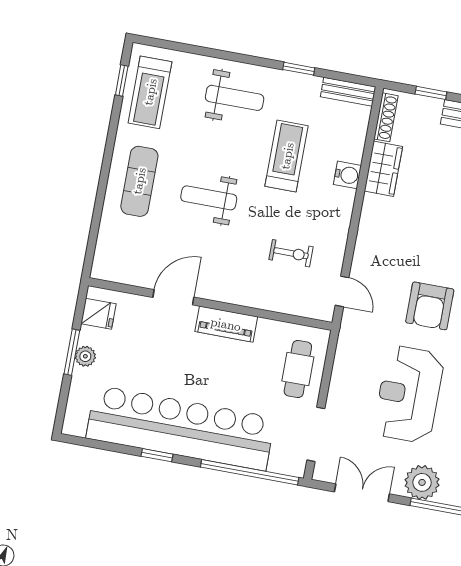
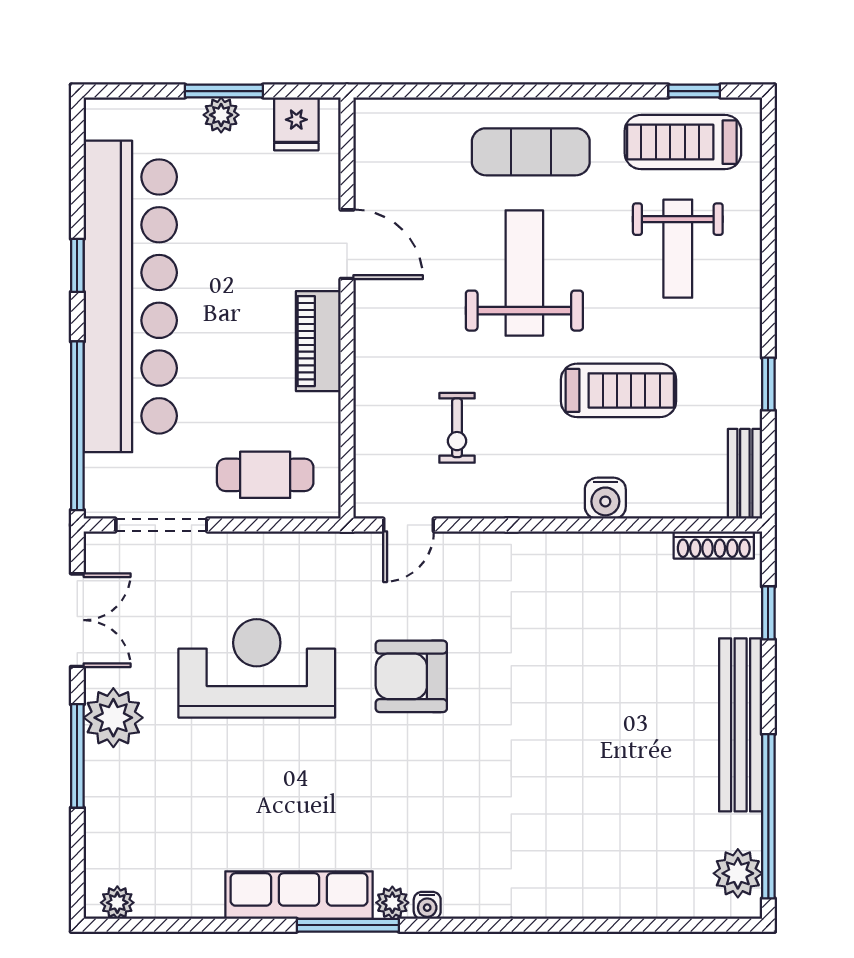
weight bench: (235, 98) -> (678, 249), moved
wardrobe: (383, 169) -> (627, 557), removed
weight bench: (209, 198) -> (524, 273), width x1.36, depth x1.33

